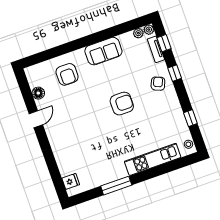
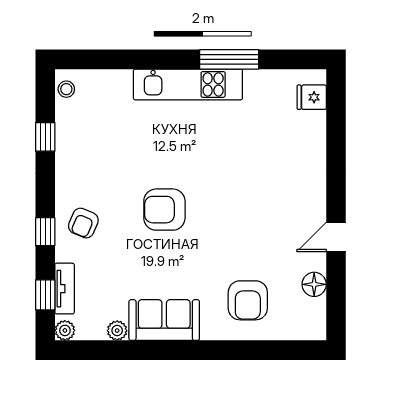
plant: (138, 33) -> (117, 331), moved
armchair: (67, 74) -> (248, 300), turned 180
kitchen unit: (153, 159) -> (188, 84), moved

